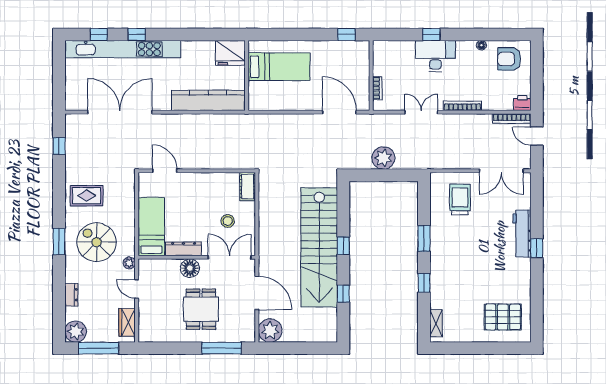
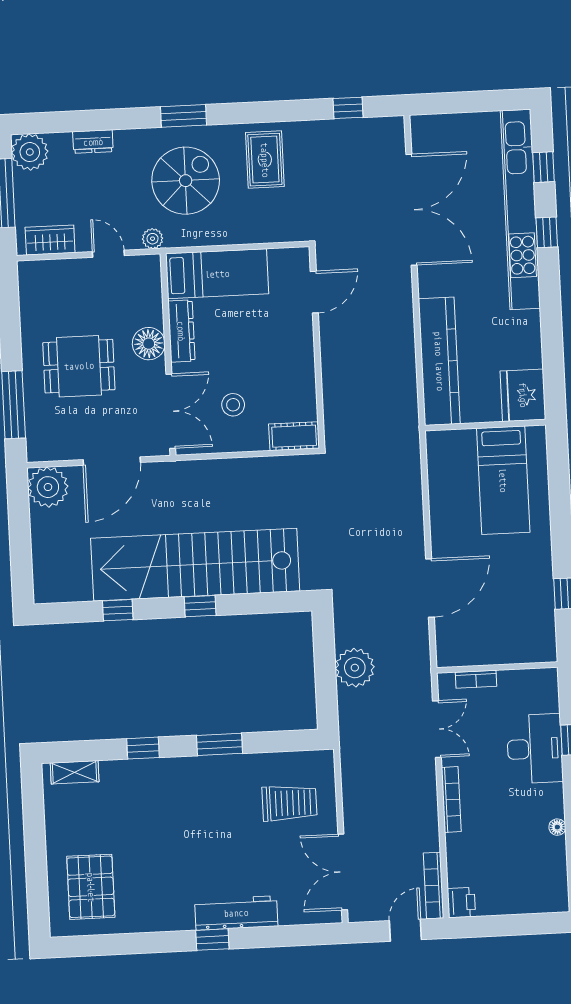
armchair: (509, 59) -> (536, 876), removed
wall: (371, 76) -> (497, 668), moved
bookcase: (377, 88) -> (476, 679), moved
door: (137, 289) -> (108, 254), hinge flipped

